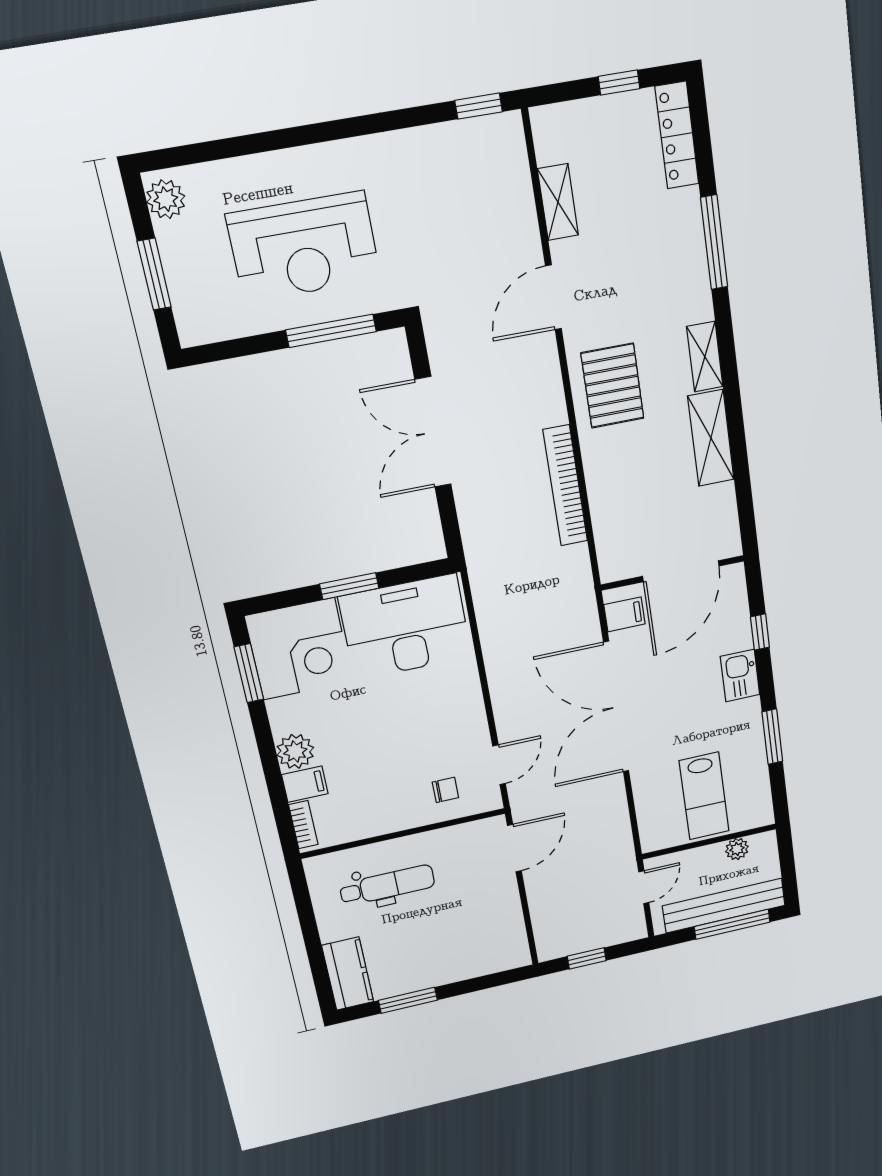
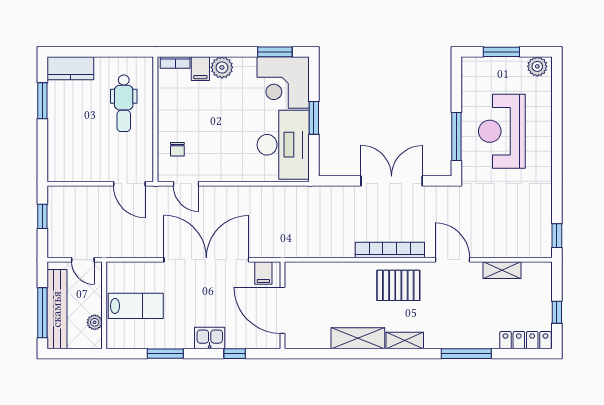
bookcase: (565, 486) -> (390, 250), moved
lab bench: (704, 796) -> (136, 306), turned 180

